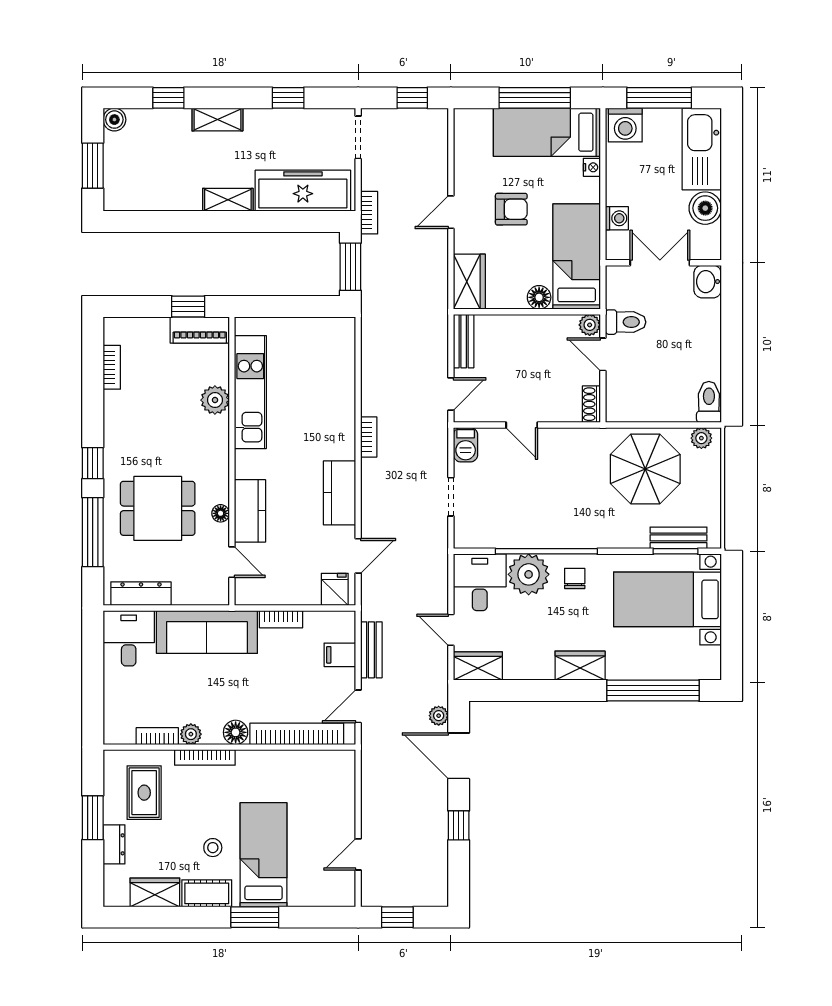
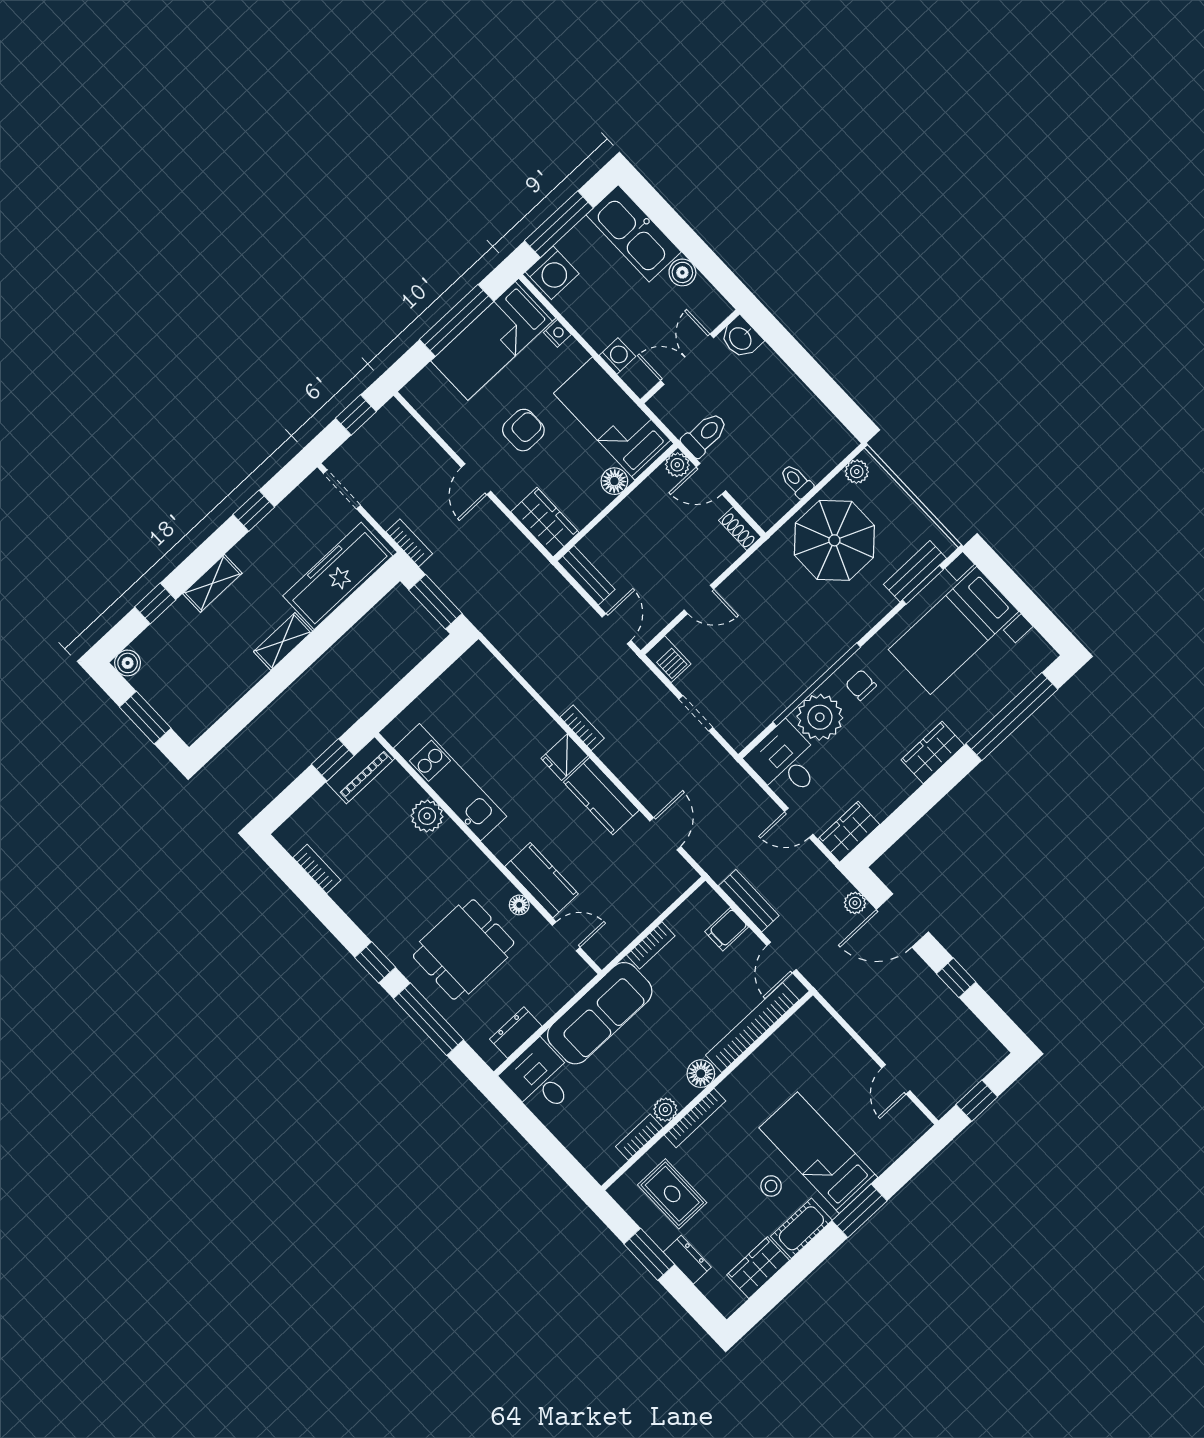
boiler: (705, 208) -> (682, 272), width x0.73, depth x0.73
toilet: (709, 402) -> (796, 481), moved, width x0.73, depth x0.72
fridge: (335, 589) -> (564, 757), moved, turned -90
dresser: (141, 594) -> (516, 1033), width x0.70

